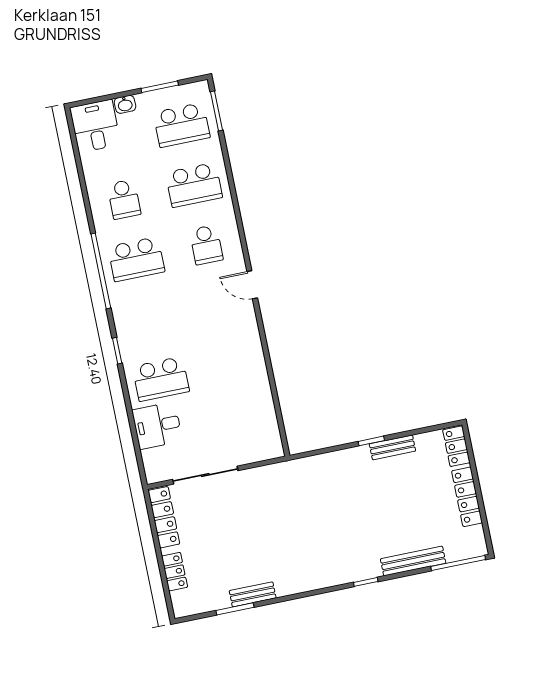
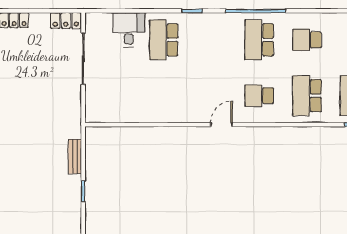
bench: (392, 447) -> (75, 156), moved
locker: (164, 517) -> (66, 21), width x0.66

